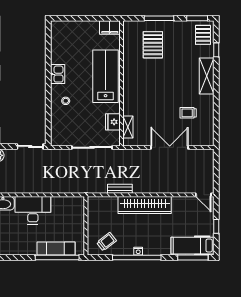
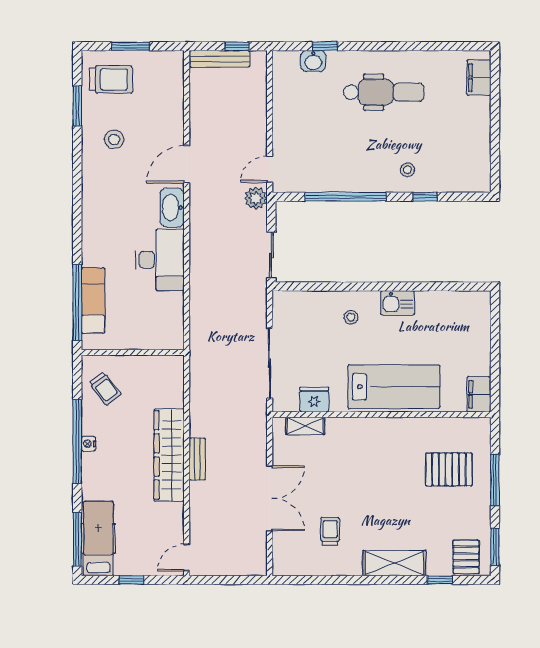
pallet: (203, 35) -> (466, 557), turned 90
bench: (120, 189) -> (197, 459), moved

